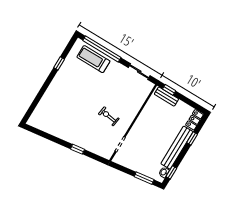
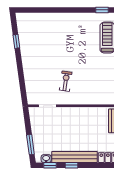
window: (59, 63) -> (102, 10), moved
window: (192, 138) -> (72, 165), moved
window: (78, 149) -> (16, 41), moved

